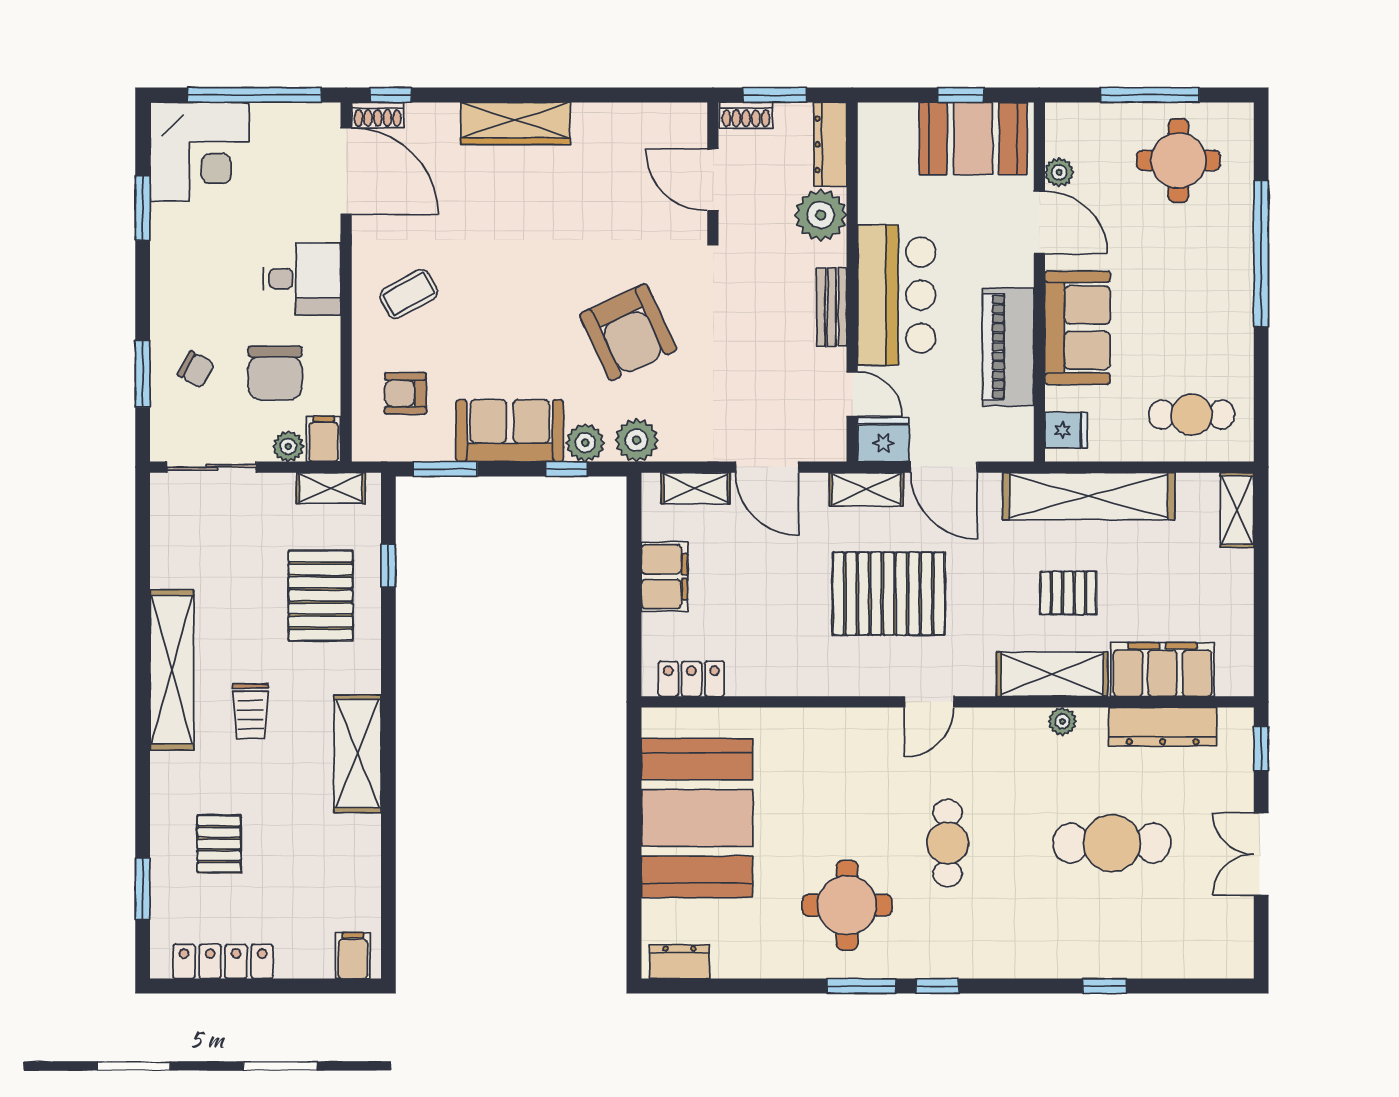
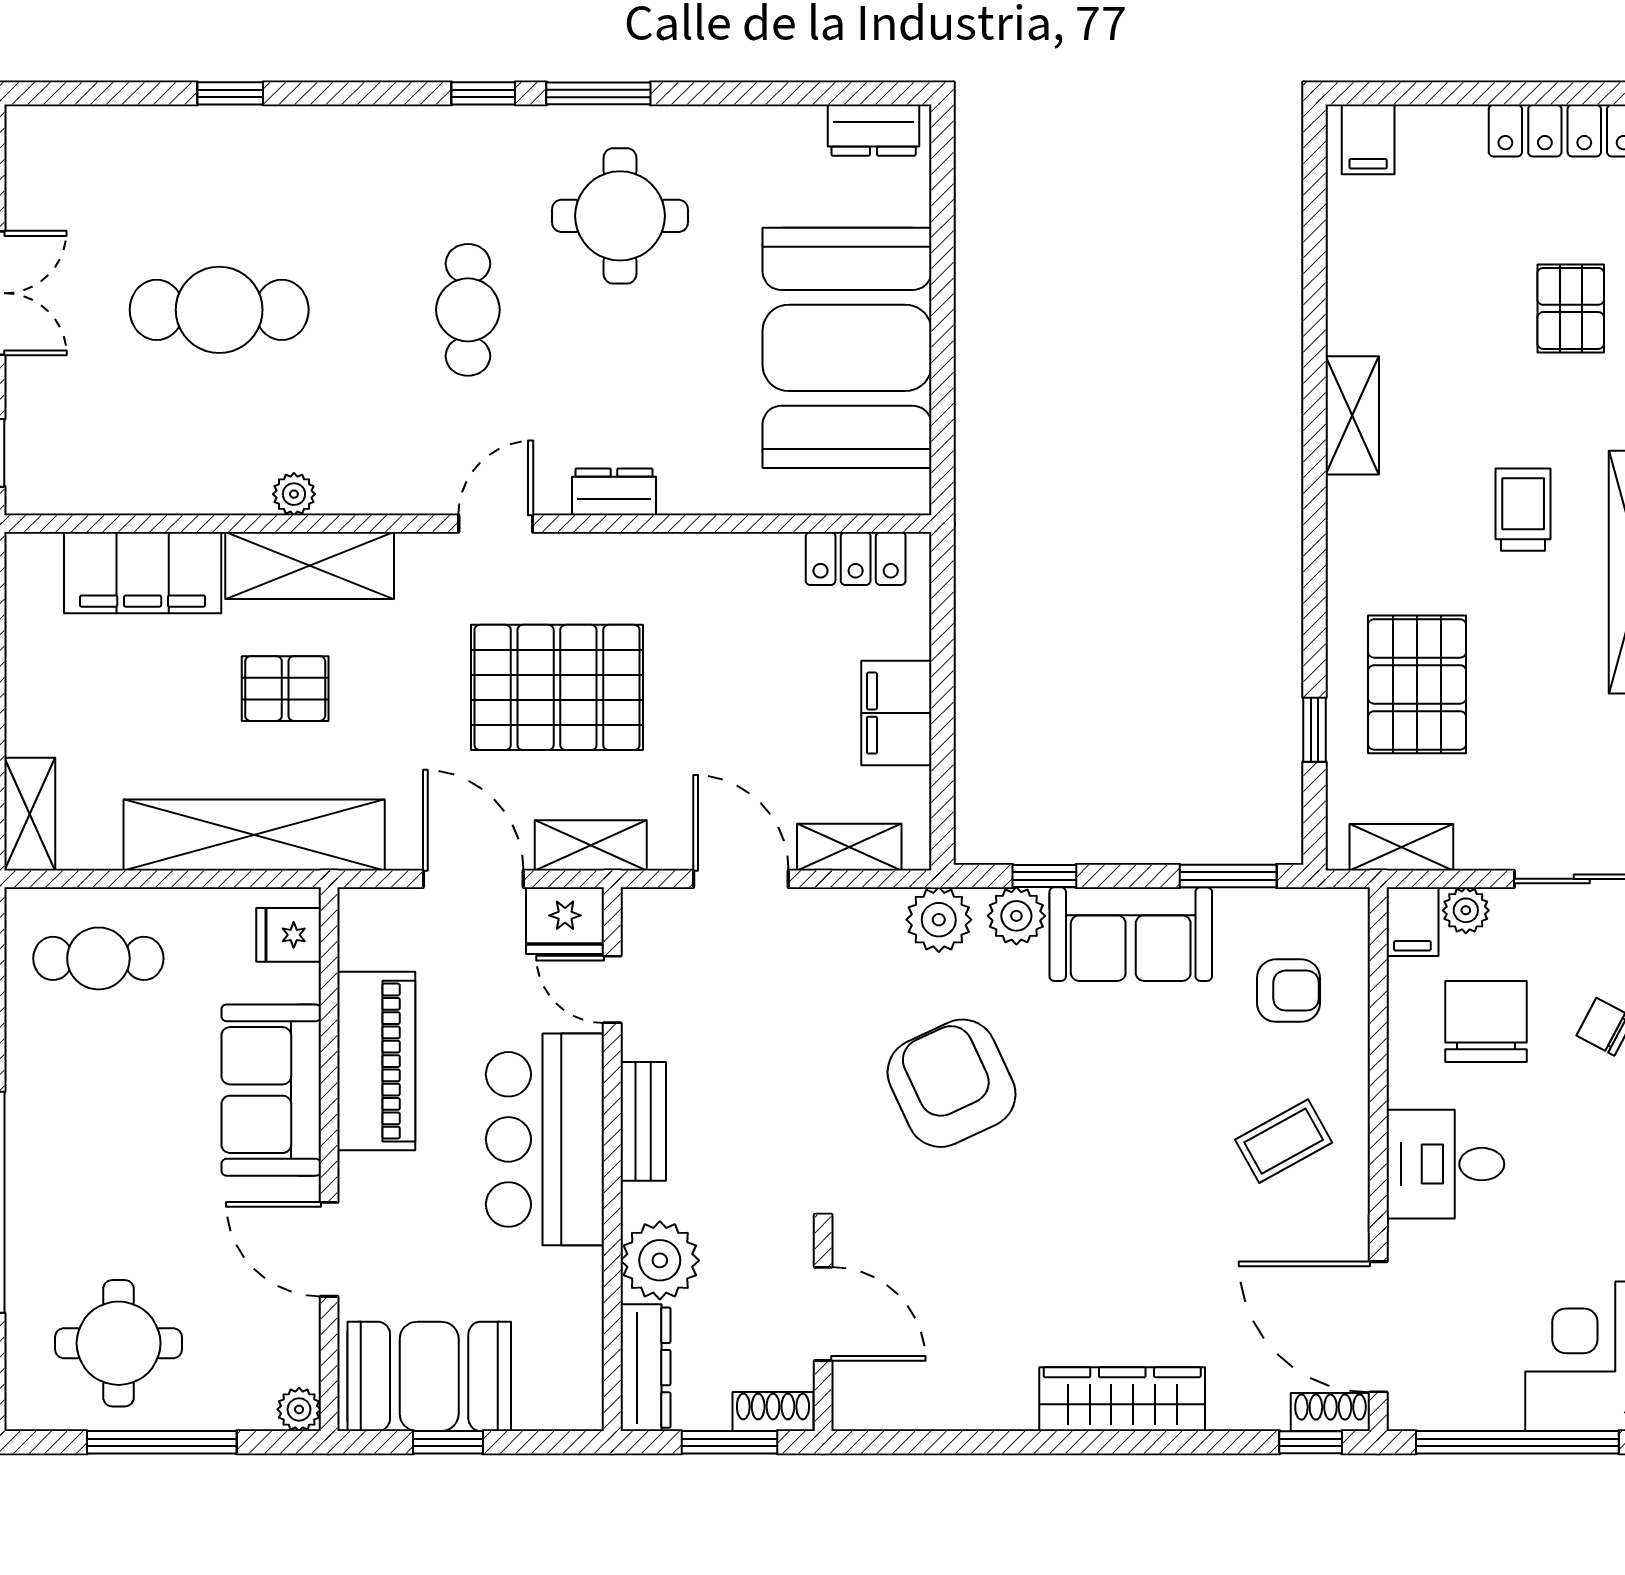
plant: (1059, 172) -> (299, 1409), moved
dresser: (1163, 727) -> (614, 492), moved, width x0.51, depth x0.80
shelving: (358, 754) -> (1352, 415), width x0.67, depth x0.75

